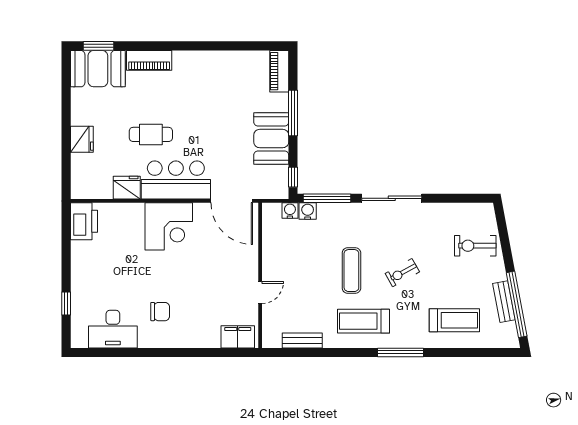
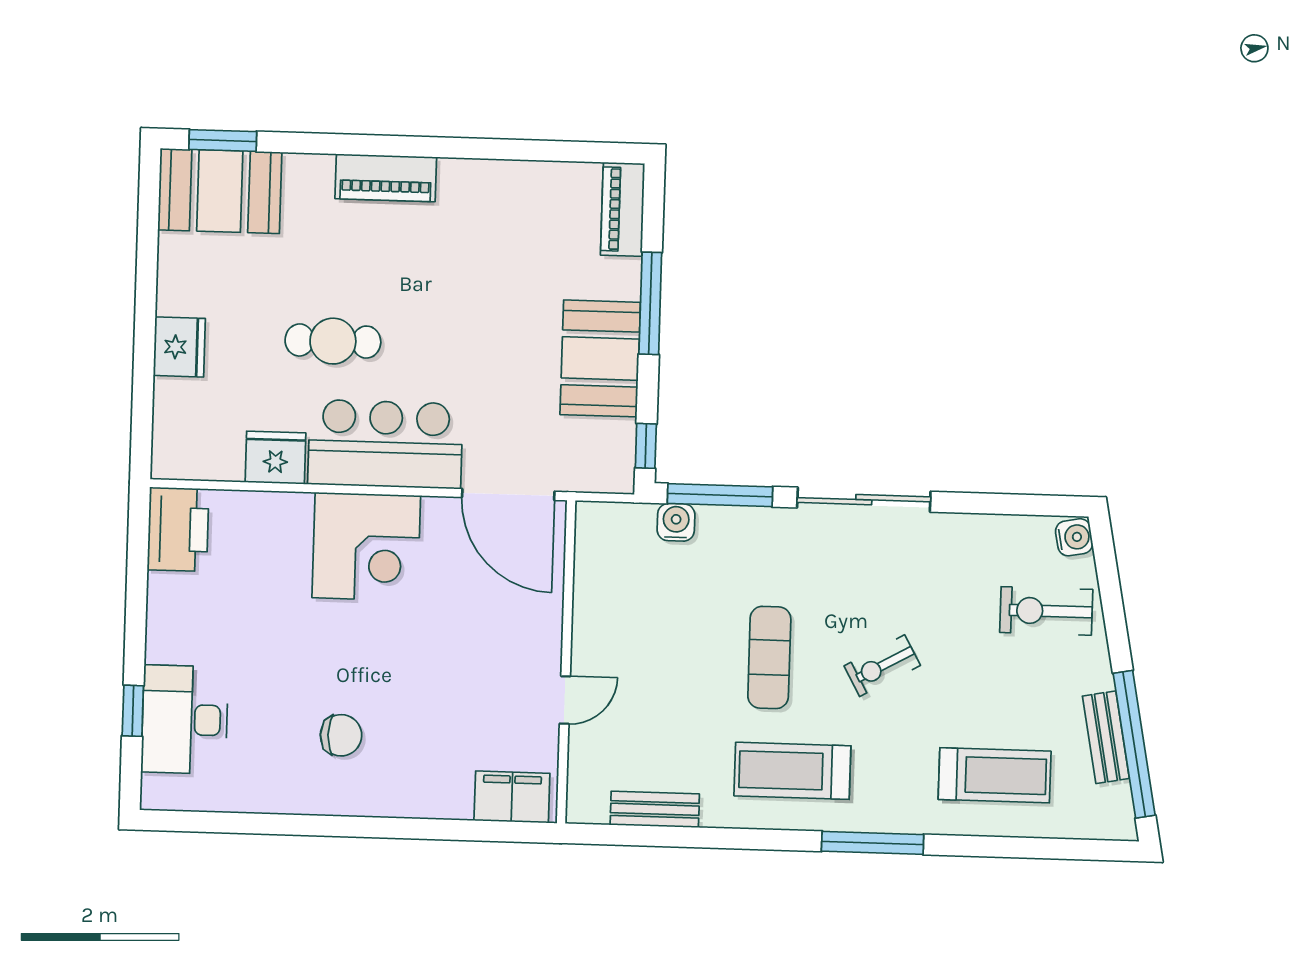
piano: (149, 60) -> (386, 178), moved
water cooler: (290, 211) -> (1074, 537), moved, turned 79
desk: (113, 329) -> (185, 720), moved, turned 90

